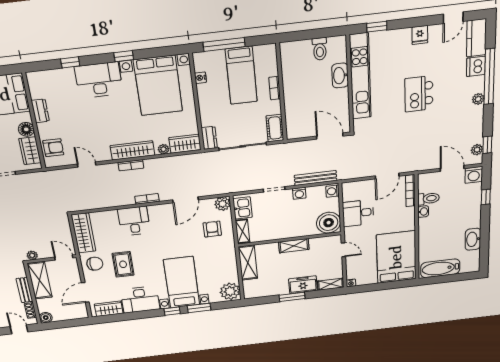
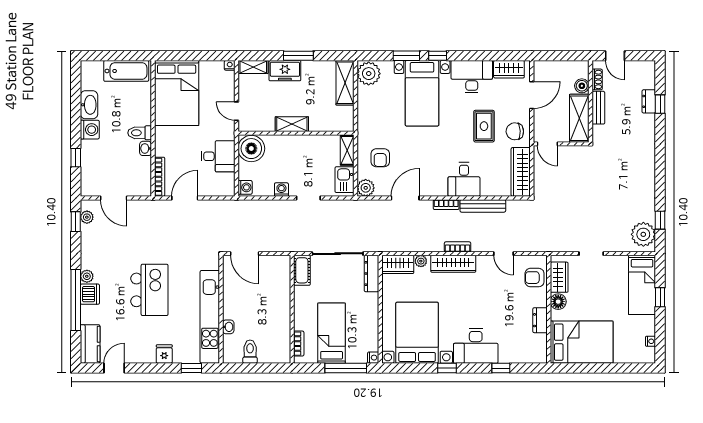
fridge: (420, 35) -> (164, 354), moved
dishwasher: (476, 66) -> (90, 294), moved
washbasin: (340, 76) -> (228, 327), width x0.52, depth x0.69
nightstand: (200, 78) -> (373, 358), moved
bookcase: (275, 88) -> (299, 344), moved
kitchen island: (419, 94) -> (149, 290), width x1.37, depth x1.28
dresser: (209, 138) -> (372, 274), width x1.44
washing machine: (474, 175) -> (90, 130), moved, turned 90
bench: (316, 178) -> (483, 206), moved
toilet: (428, 199) -> (140, 133), moved
plant: (32, 255) -> (581, 151), removed
shelving: (248, 263) -> (345, 83), moved
boiler: (46, 318) -> (582, 86), moved

